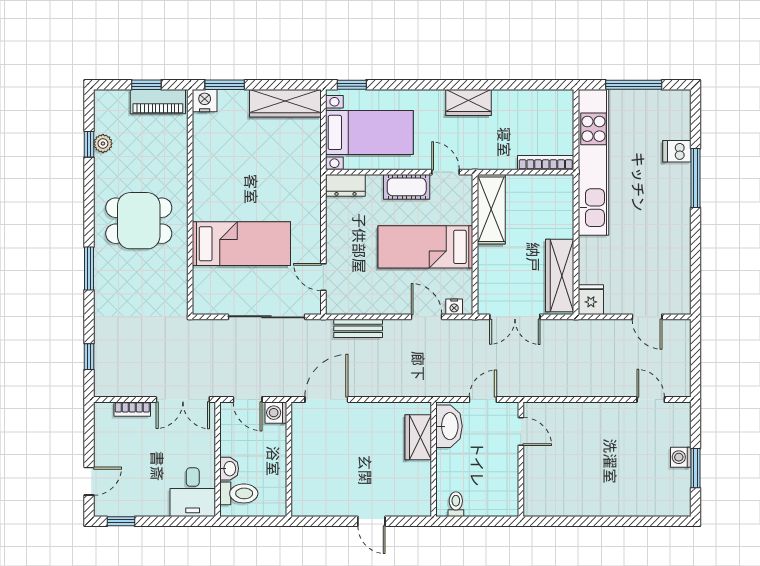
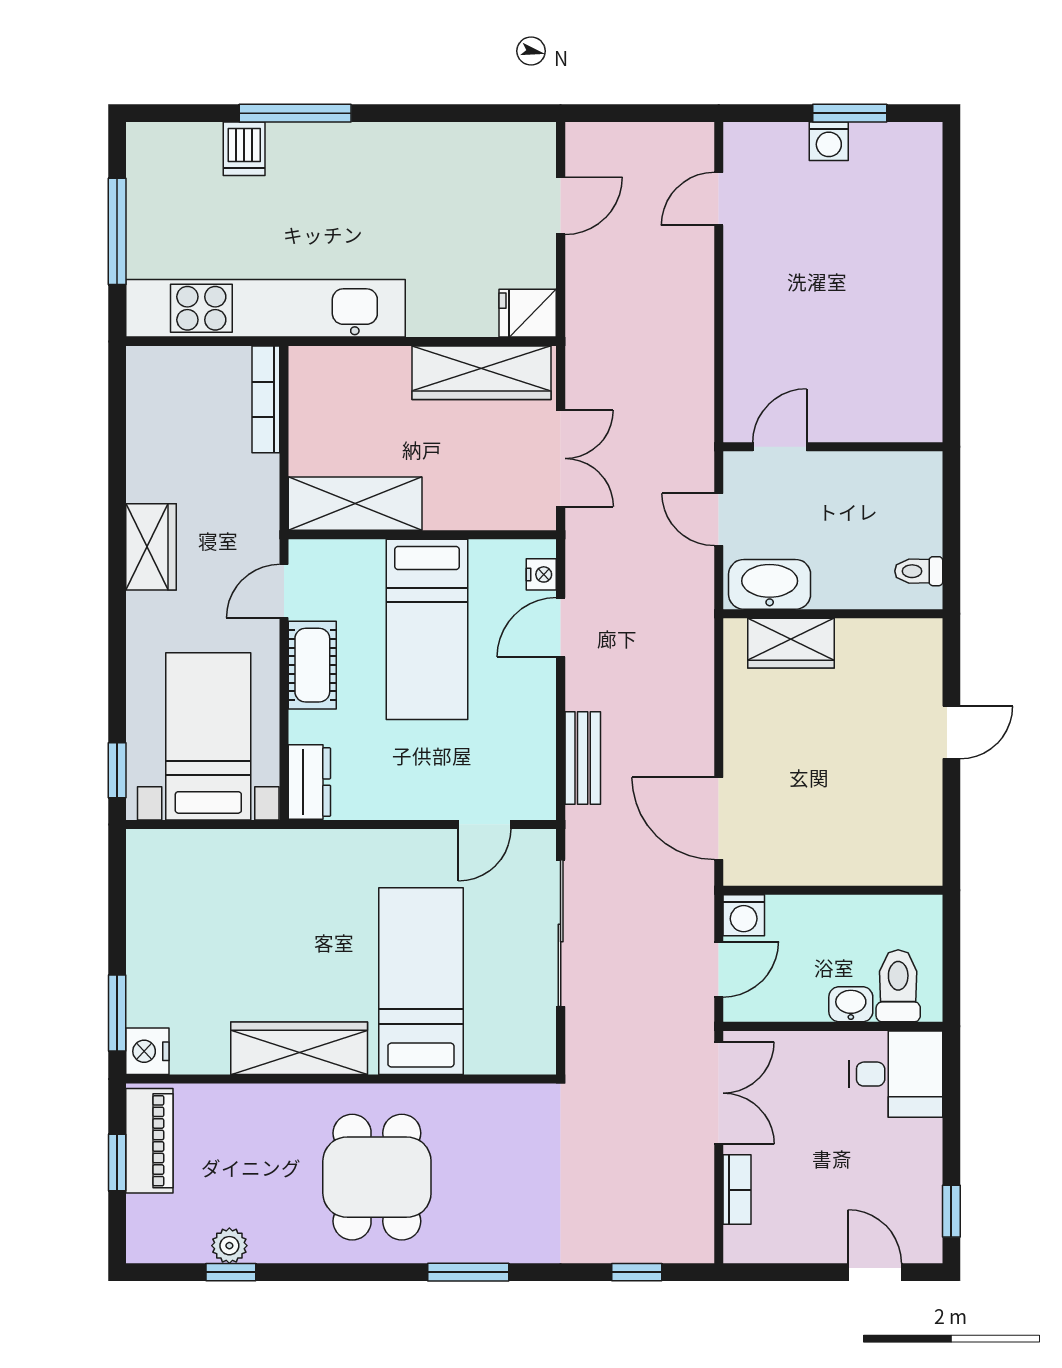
wardrobe: (285, 103) -> (299, 1048), moved, turned -90

